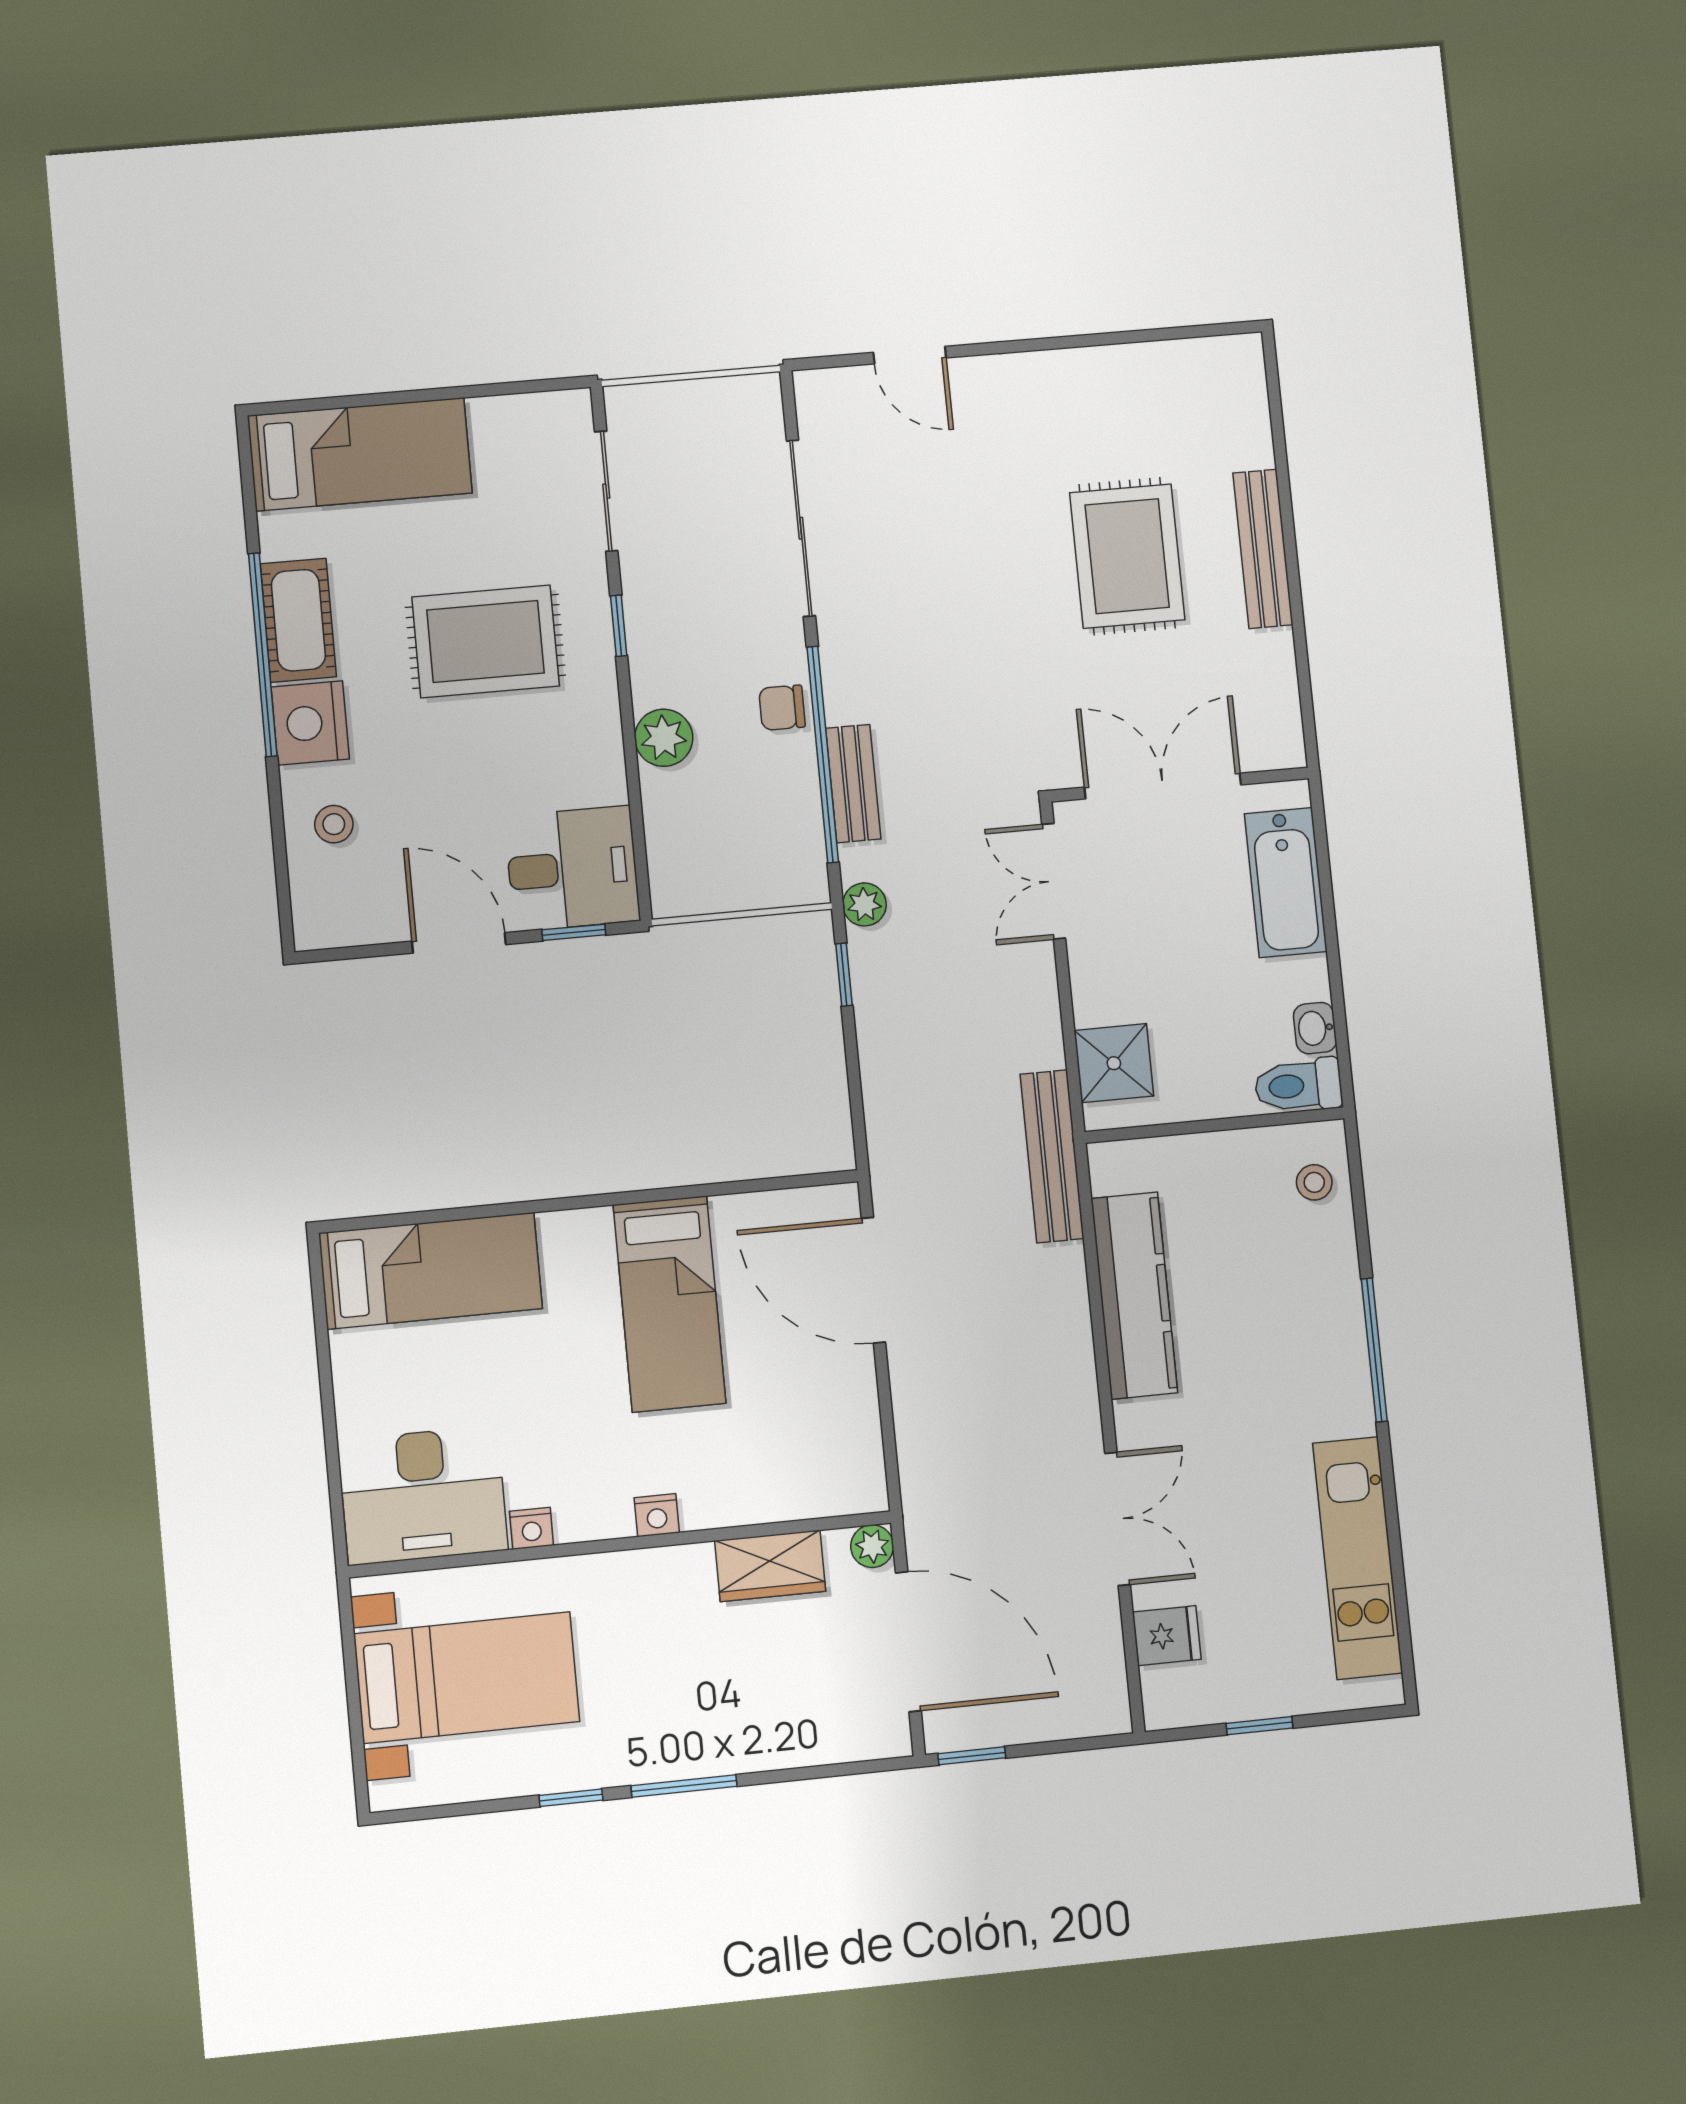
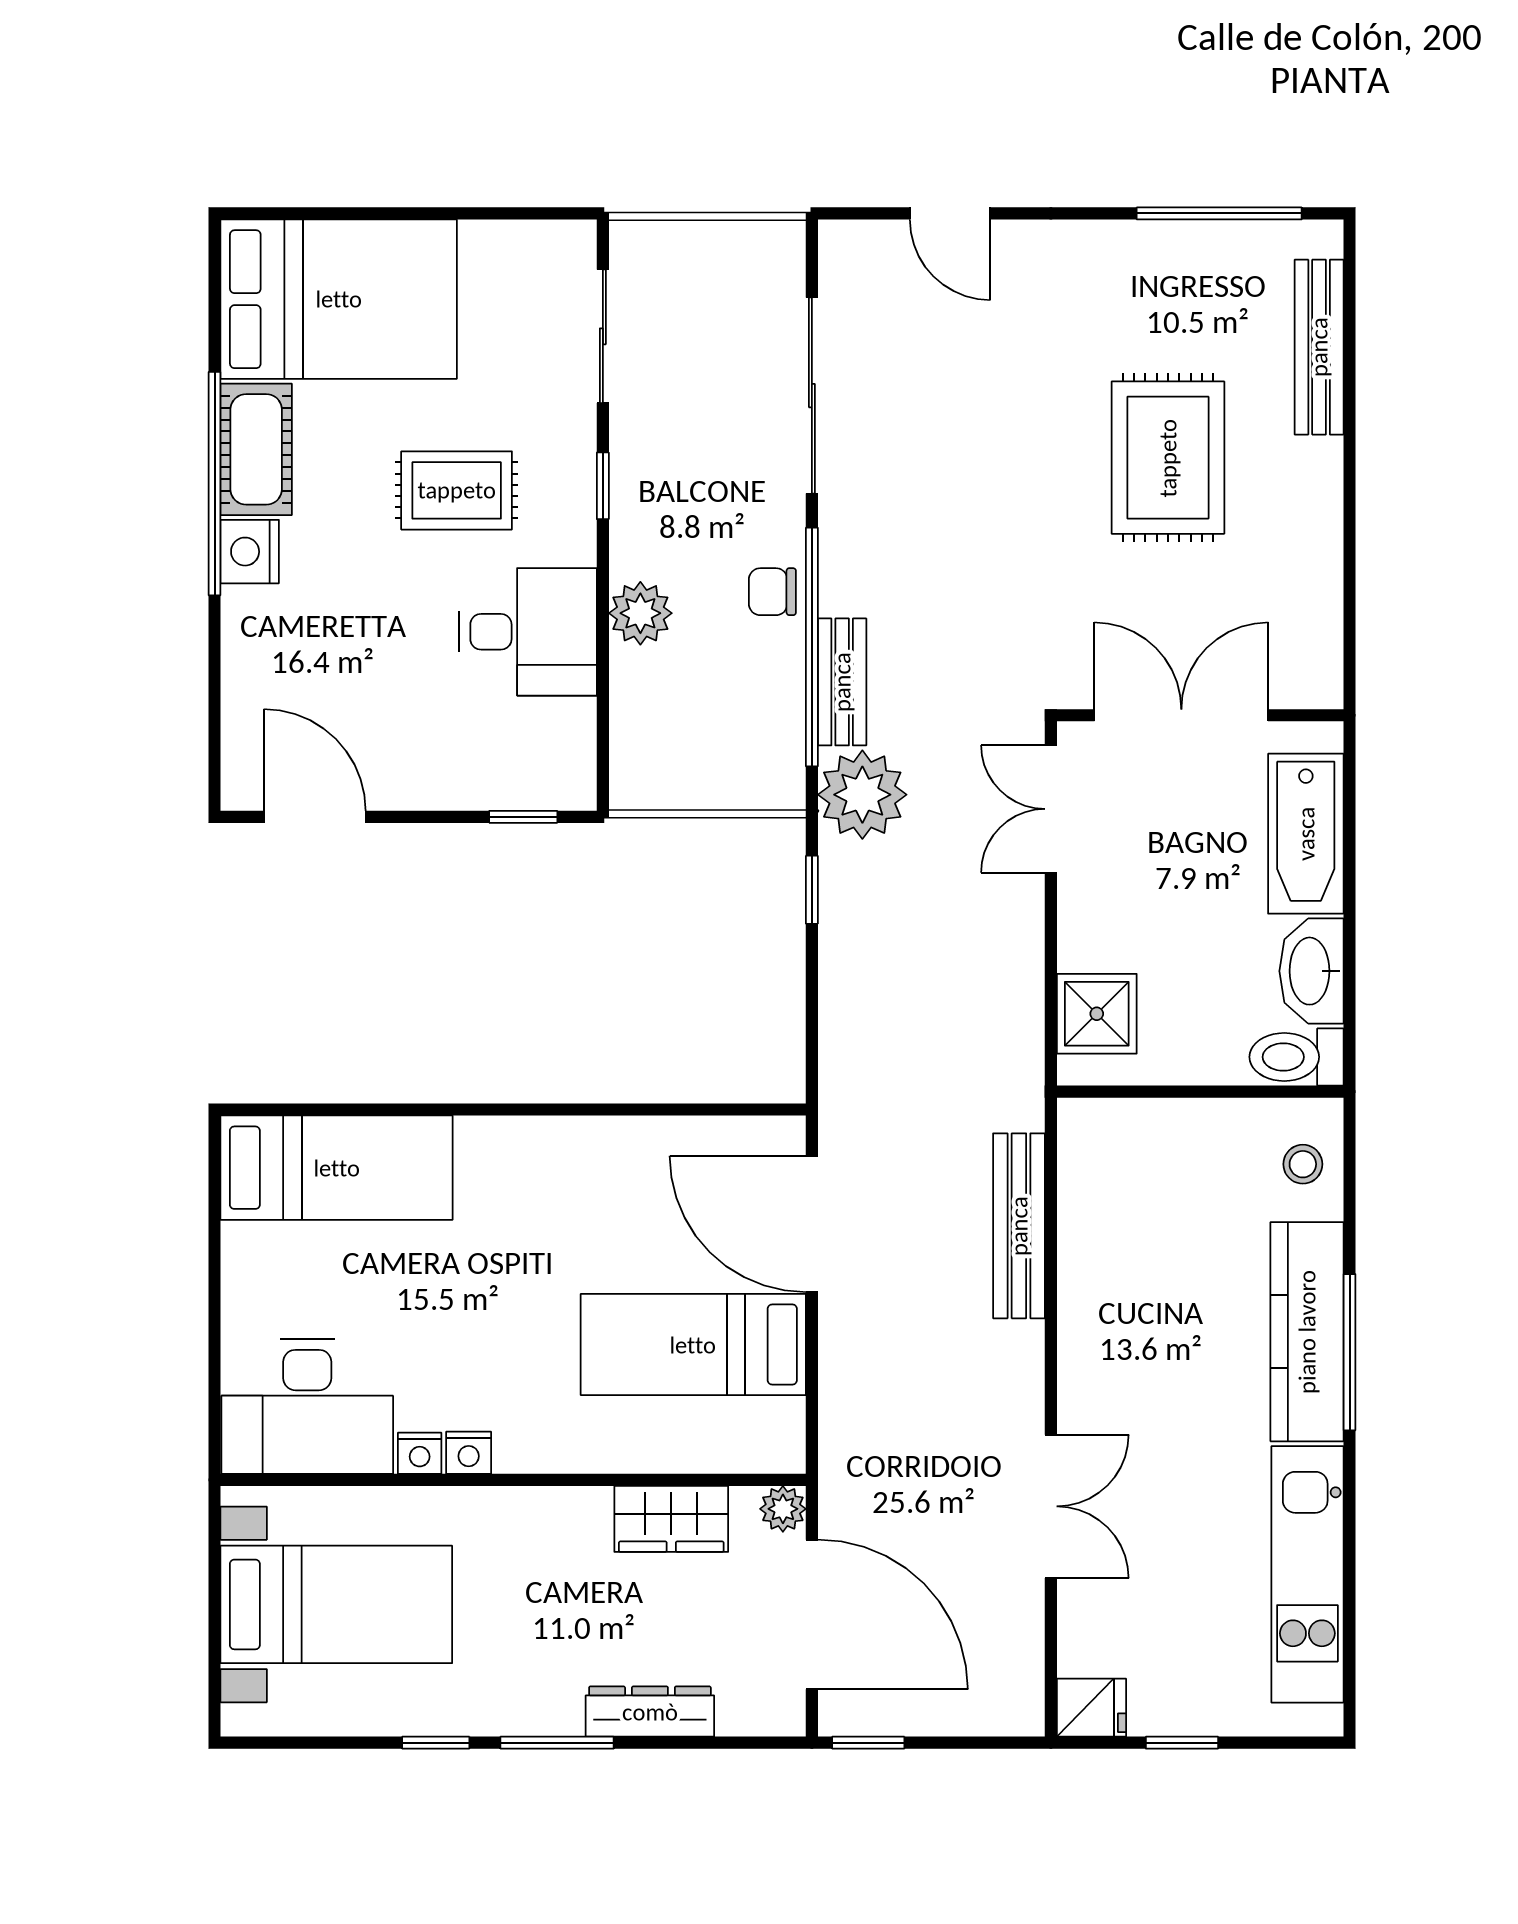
window: (1151, 335) -> (1219, 213), added
bed: (360, 454) -> (339, 299), width x1.50
bench: (1263, 549) -> (1319, 347), moved
rug: (486, 641) -> (457, 490), width x0.73, depth x0.70
nightstand: (310, 723) -> (250, 552), width x0.74, depth x0.75
stool: (334, 824) -> (275, 676), removed
desk: (572, 868) -> (528, 632), moved
plant: (864, 904) -> (862, 795), width x1.88, depth x1.88
door: (459, 943) -> (315, 817), moved
washbasin: (1315, 1028) -> (1311, 971), width x1.91, depth x1.45
bench: (1052, 1156) -> (1019, 1226), moved
kitchen counter: (1134, 1296) -> (1307, 1332), moved, turned 180
bed: (670, 1304) -> (693, 1345), moved, turned 90
nightstand: (657, 1515) -> (469, 1453), moved
fridge: (1167, 1636) -> (1091, 1708), moved
dresser: (767, 1748) -> (650, 1712), added

